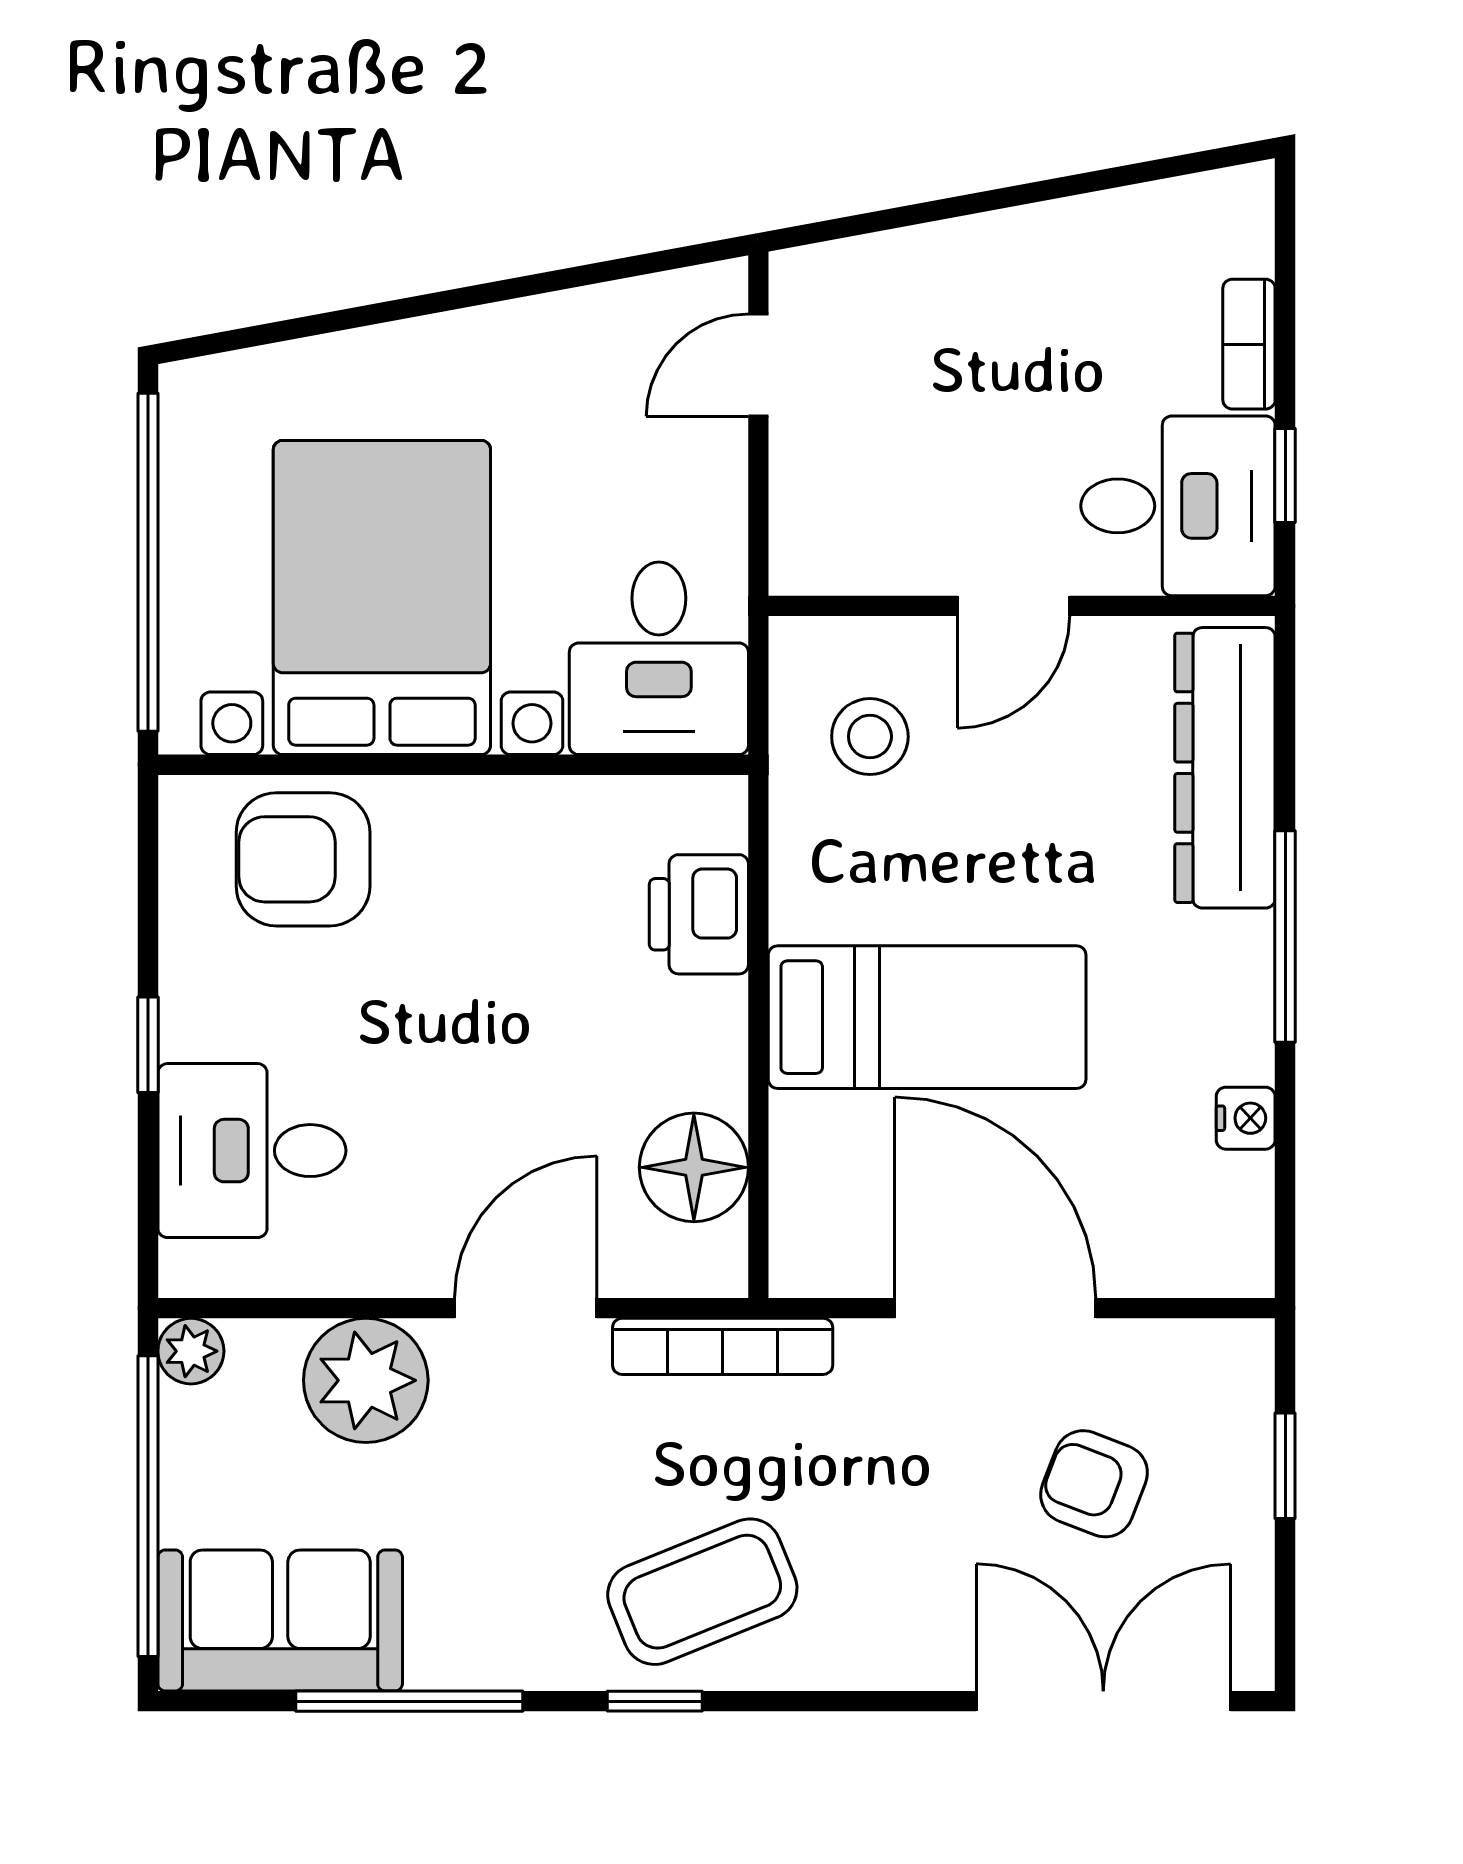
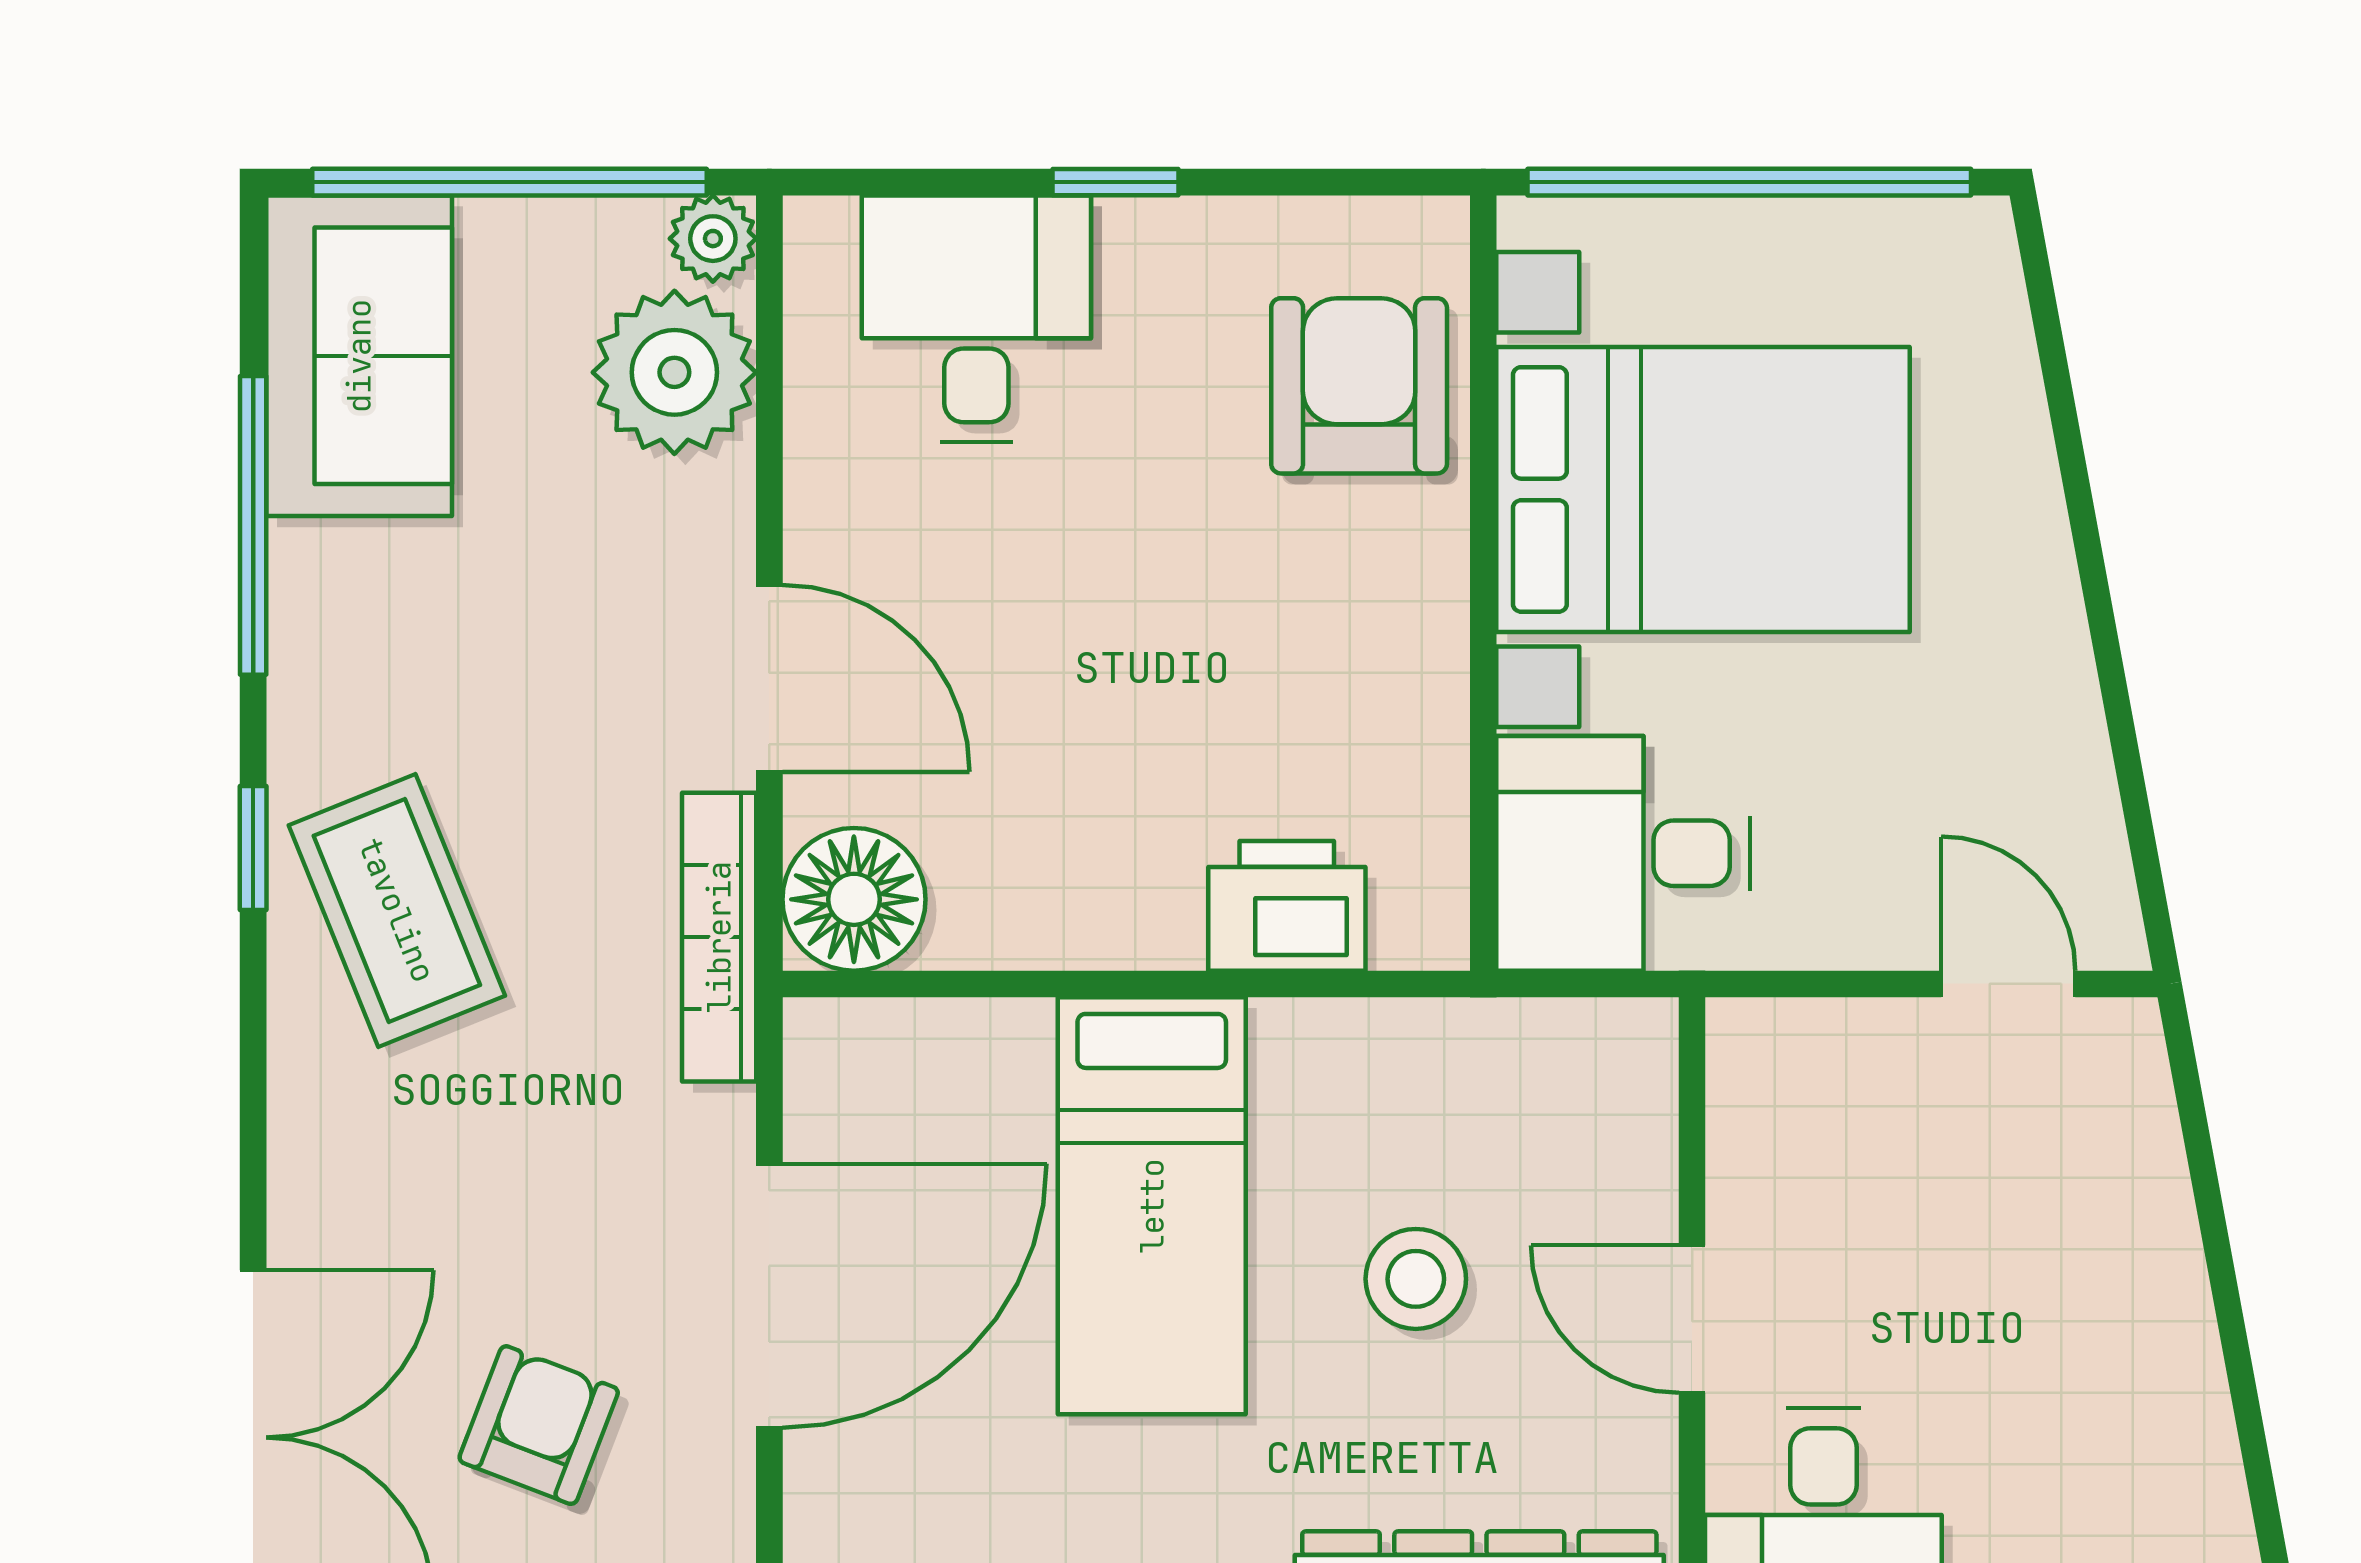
stool: (870, 737) -> (1416, 1279), moved
floor lamp: (694, 1167) -> (854, 899), moved
plant: (366, 1380) -> (674, 372), moved

